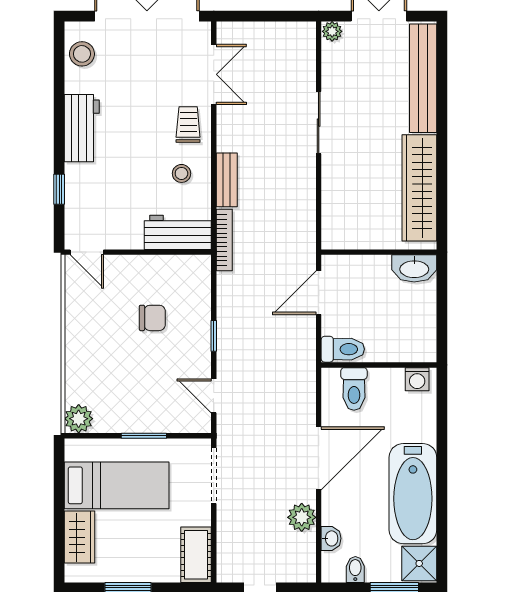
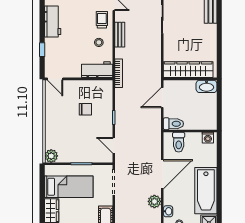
bench: (227, 180) -> (120, 35), moved
wardrobe: (419, 188) -> (188, 70), moved, turned 90

